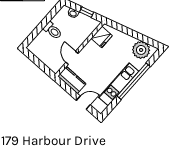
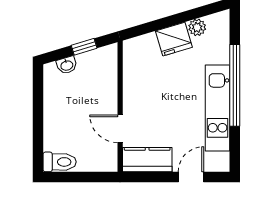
toilet: (53, 31) -> (60, 162), moved
fridge: (102, 37) -> (174, 39), moved, turned 73
plant: (141, 50) -> (197, 27), width x0.53, depth x0.53

